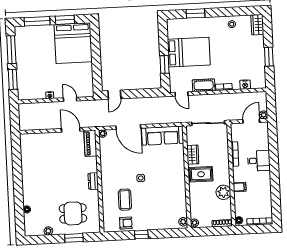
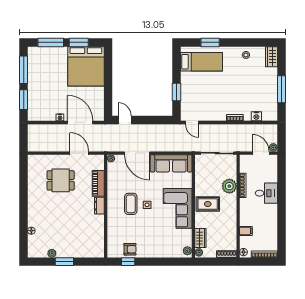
bed: (189, 52) -> (201, 62), moved, width x0.67
window: (269, 57) -> (281, 89), width x1.44
cot: (204, 85) -> (215, 115), removed
door: (114, 95) -> (125, 120), swing flipped
door: (70, 99) -> (80, 122), width x1.88
door: (251, 121) -> (261, 153), hinge flipped
piano: (90, 143) -> (98, 183), moved
wardrobe: (193, 155) -> (200, 238), moved
corner sofa: (171, 180) -> (178, 208), added
filing cabinet: (240, 187) -> (246, 231), moved
plant: (223, 192) -> (229, 186), moved
coffee table: (125, 200) -> (131, 204), moved
dining table: (73, 213) -> (61, 180), moved
window: (141, 235) -> (128, 262), moved
window: (74, 238) -> (64, 262), moved

